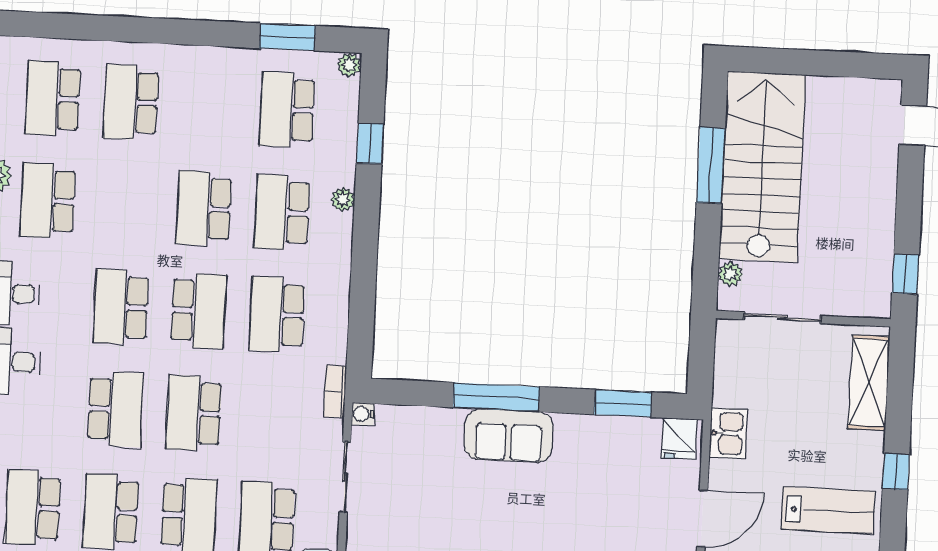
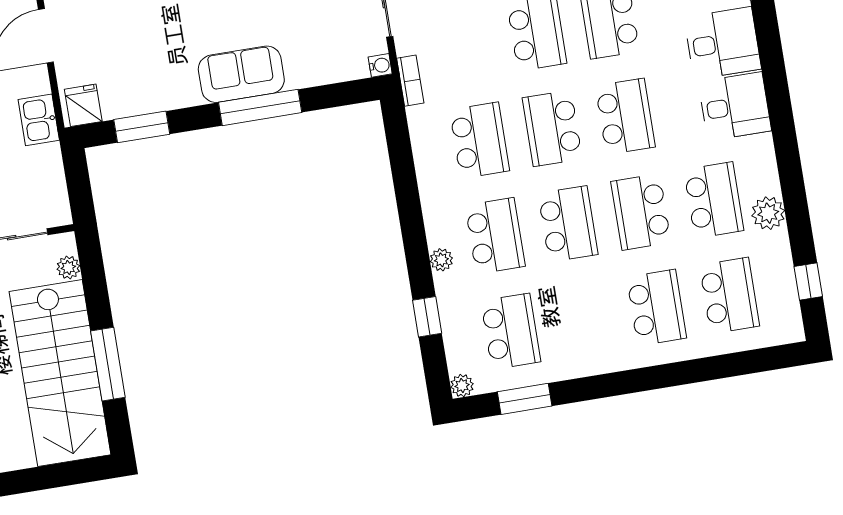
school desk: (126, 205) -> (641, 212), added

